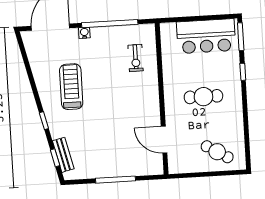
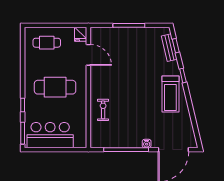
exercise bike: (136, 58) -> (103, 110), moved
treadmill: (71, 87) -> (170, 94), moved
cafe table: (203, 97) -> (55, 87), width x1.37, depth x1.35
cafe table: (217, 152) -> (47, 43), turned -31
fridge: (175, 165) -> (81, 34), added

